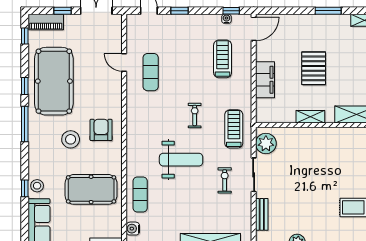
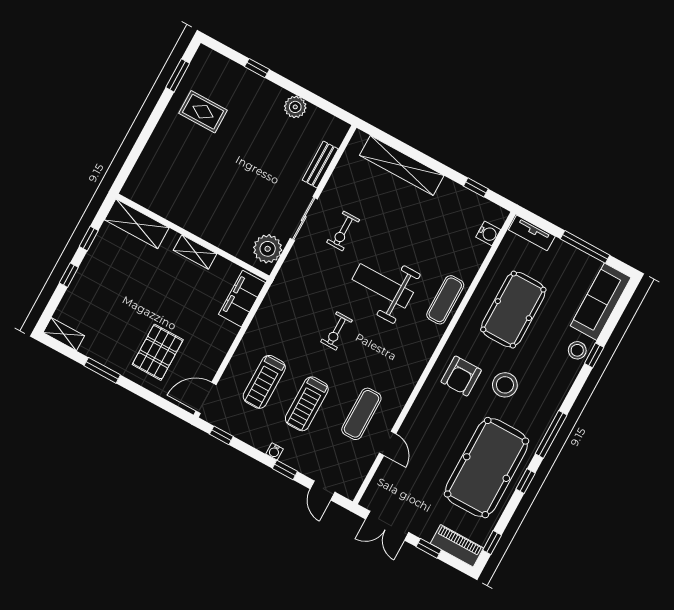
water cooler: (226, 19) -> (274, 451), moved
pallet: (314, 68) -> (158, 352), moved
filing cabinet: (265, 80) -> (242, 299), moved
treadmill: (234, 129) -> (307, 404), moved
pool table: (91, 189) -> (513, 310), turned 90
exercise mat: (140, 194) -> (445, 300), moved

